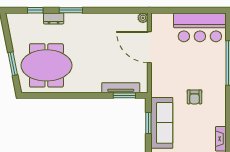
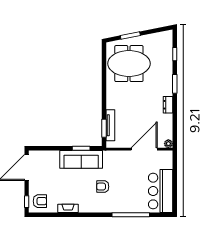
dresser: (54, 18) -> (168, 105), moved
meeting table: (46, 65) -> (129, 64), turned 90

